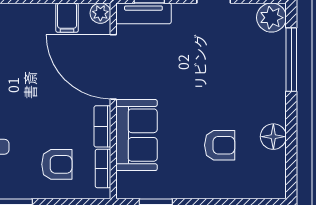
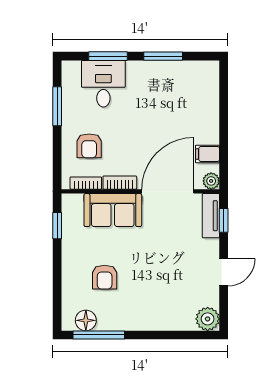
window: (291, 60) -> (99, 335), moved
floor lamp: (273, 137) -> (86, 320), moved

